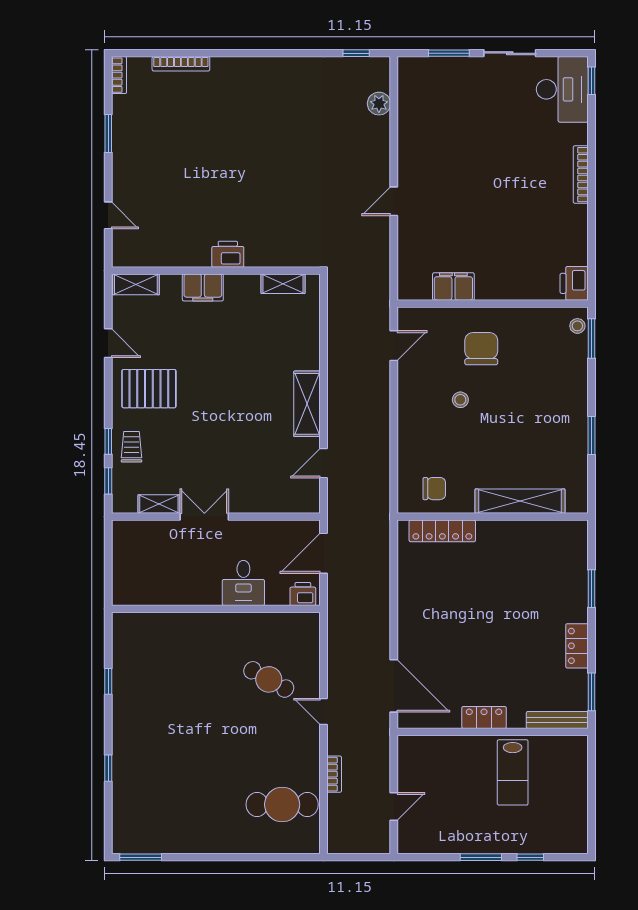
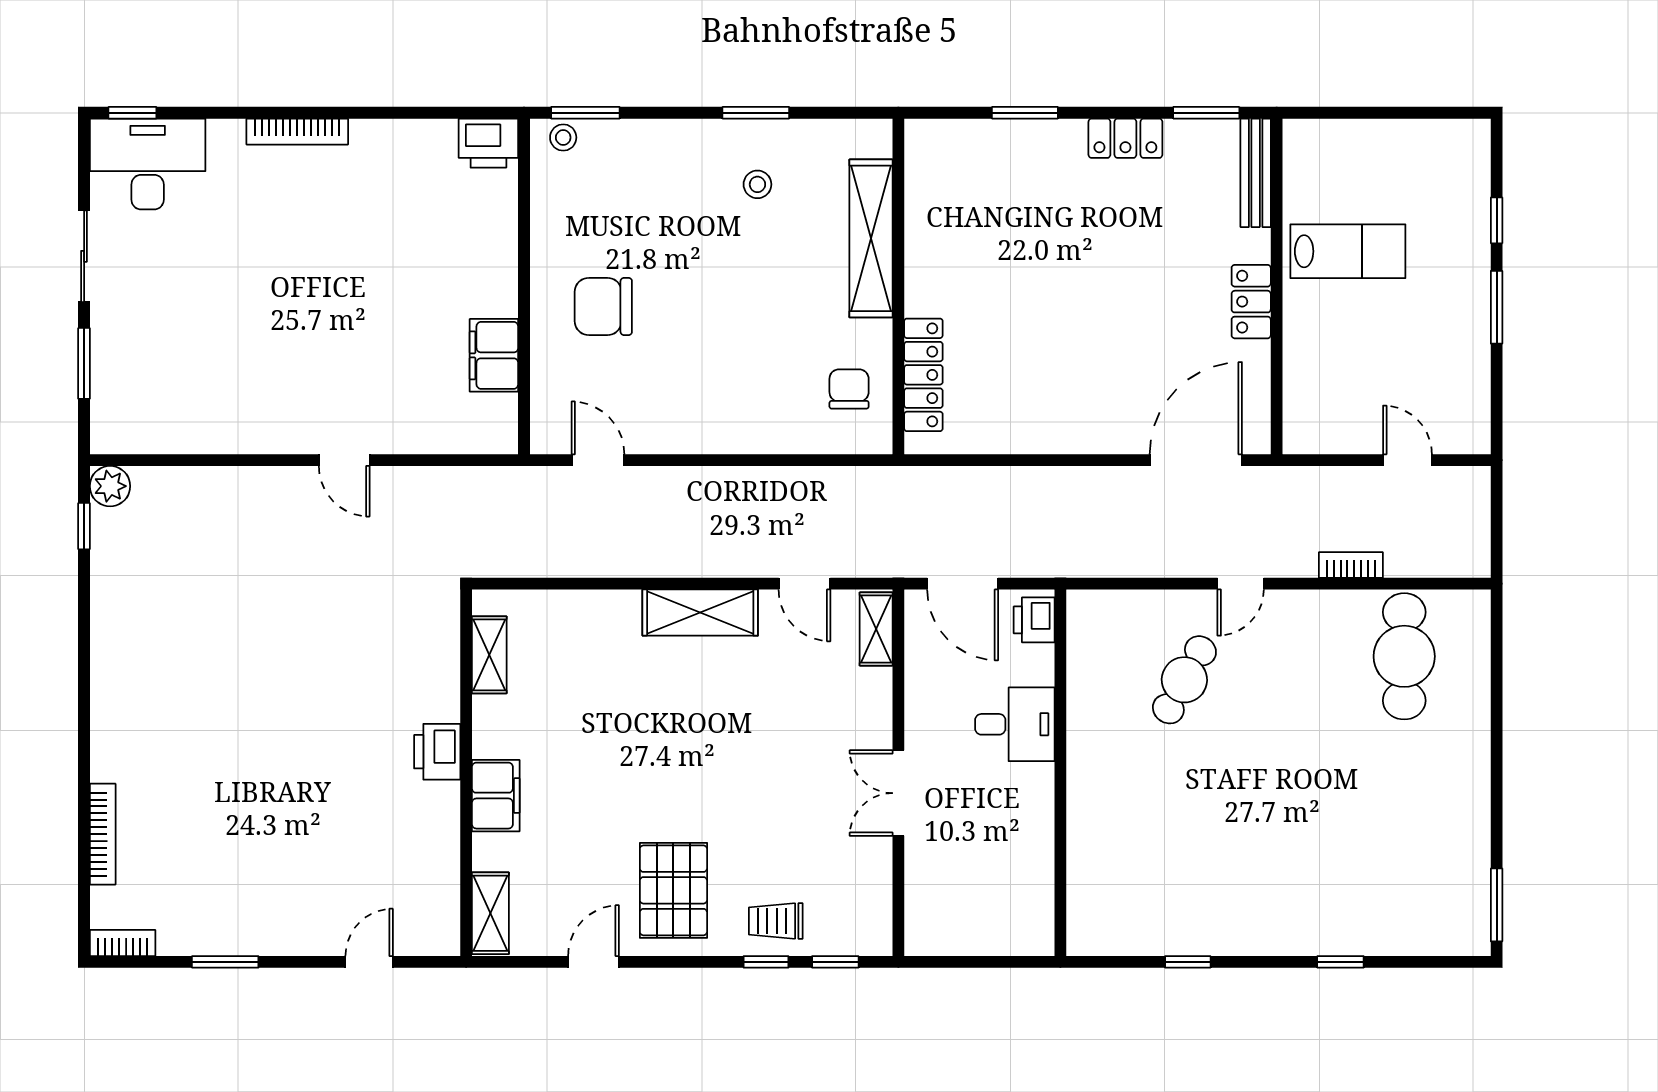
plant: (379, 104) -> (110, 486), moved
stool: (460, 400) -> (757, 184), moved
shelving: (159, 504) -> (876, 629), moved

